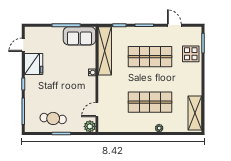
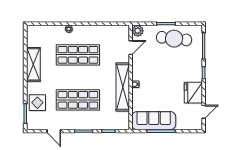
sofa: (79, 36) -> (154, 121), width x1.36
shelving: (105, 51) -> (123, 87), moved
shelving: (195, 113) -> (33, 64), moved
cafe table: (53, 118) -> (174, 39), width x1.37, depth x1.35

